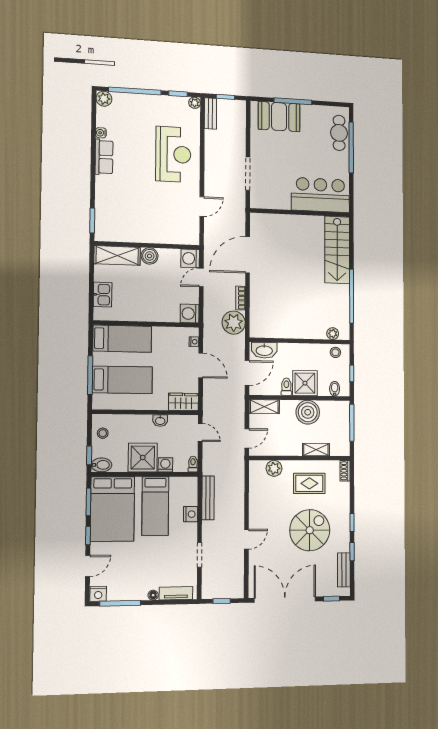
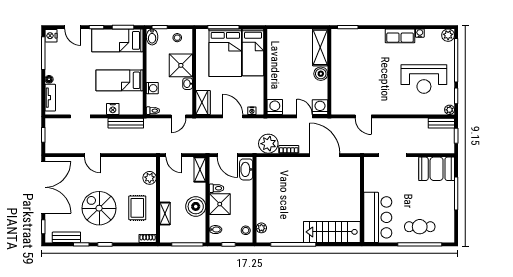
booth: (279, 117) -> (437, 169), moved, turned 90
cafe table: (339, 133) -> (420, 227), moved
reception desk: (173, 154) -> (424, 79), moved
kitchen sink: (103, 295) -> (288, 36), removed
door: (201, 365) -> (233, 116), swing flipped
bed: (122, 380) -> (225, 53), width x1.50
shower: (143, 458) -> (181, 65), moved
bed: (112, 509) -> (117, 40), width x0.67
spiral stairs: (310, 530) -> (99, 208), turned 180

